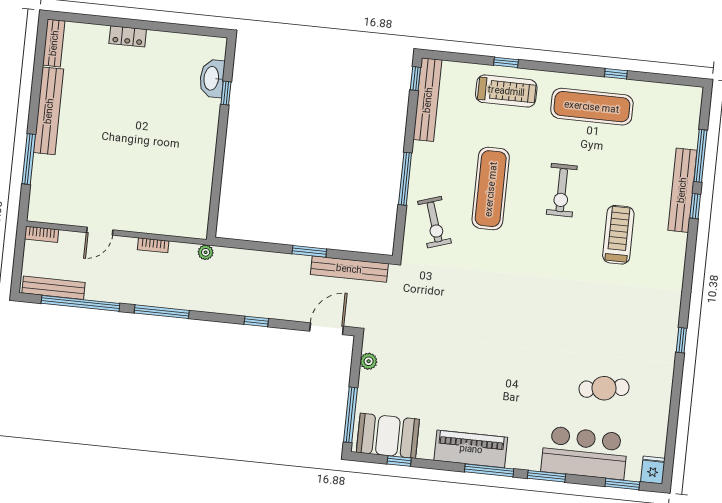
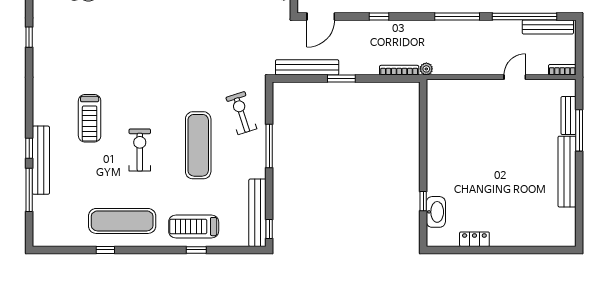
locker: (128, 36) -> (474, 239), moved
bench: (54, 43) -> (568, 116), moved
bookcase: (153, 245) -> (399, 70), moved, width x1.56

